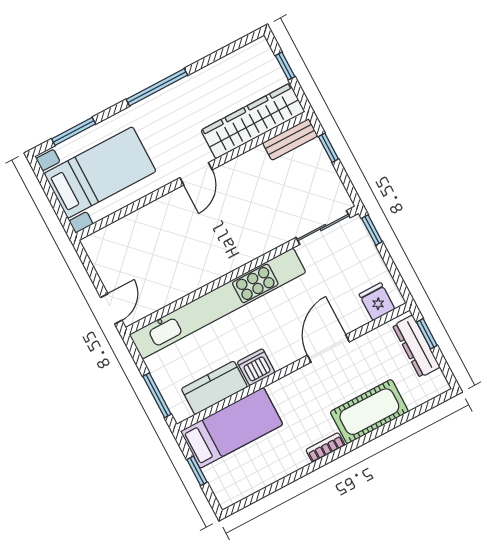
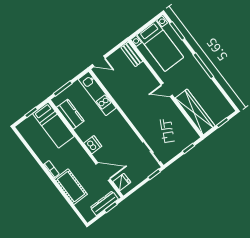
bench: (290, 139) -> (132, 54), moved
kitchen unit: (218, 303) -> (97, 94), width x0.54
door: (328, 349) -> (103, 172), moved
dishwasher: (256, 367) -> (93, 145), moved

